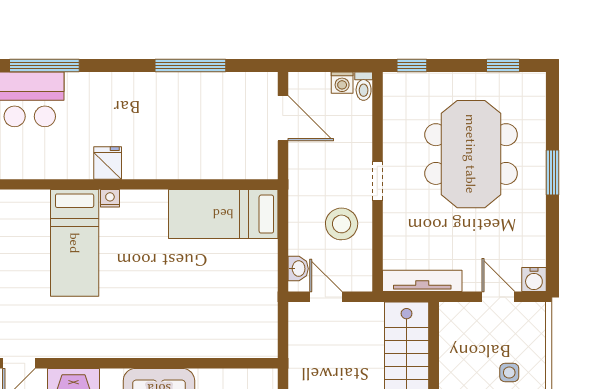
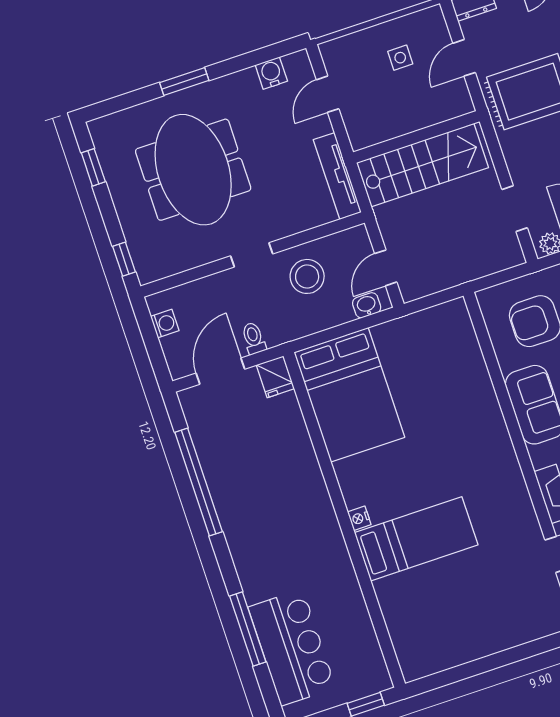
window: (190, 66) -> (199, 482), width x1.46
toilet: (364, 86) -> (254, 338), moved, turned -90
meeting table: (471, 154) -> (193, 170), turned 90
fridge: (108, 163) -> (275, 377), moved, turned -90
bed: (223, 214) -> (349, 395), width x1.50
water cooler: (534, 280) -> (271, 73), moved, turned -90

